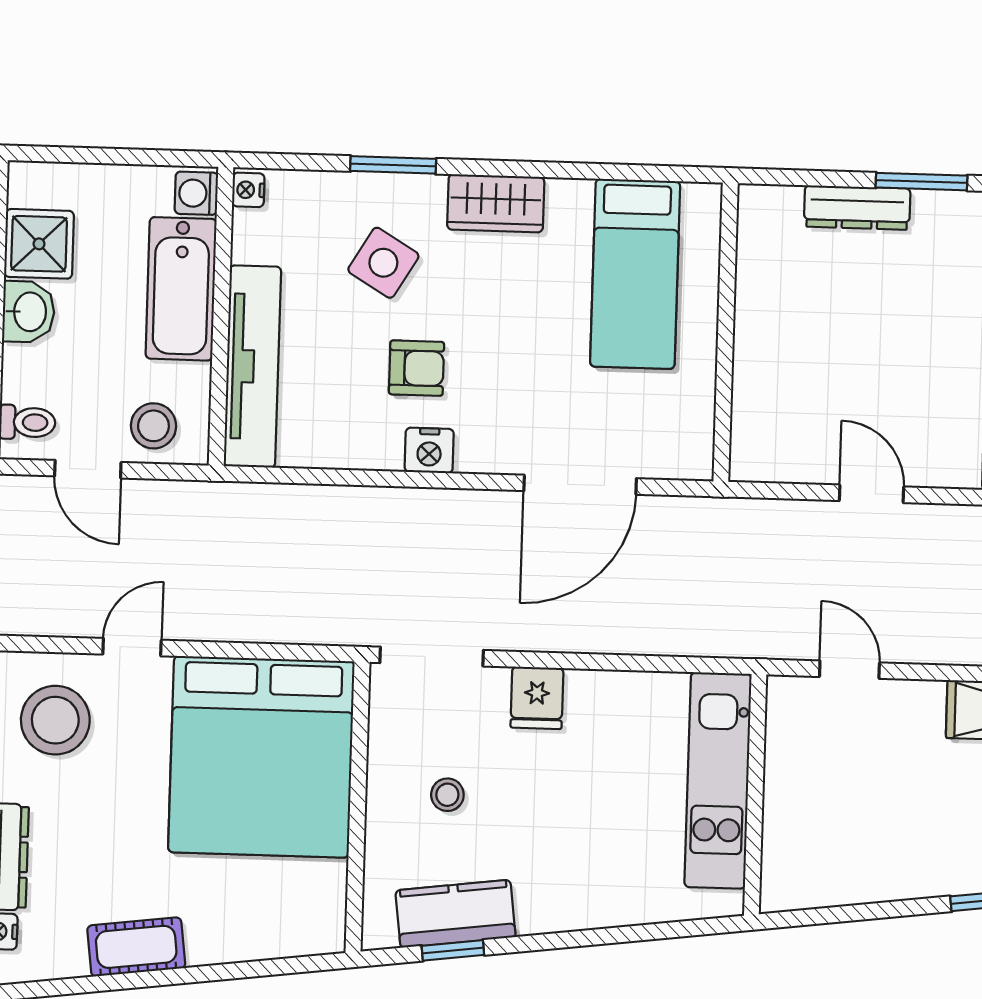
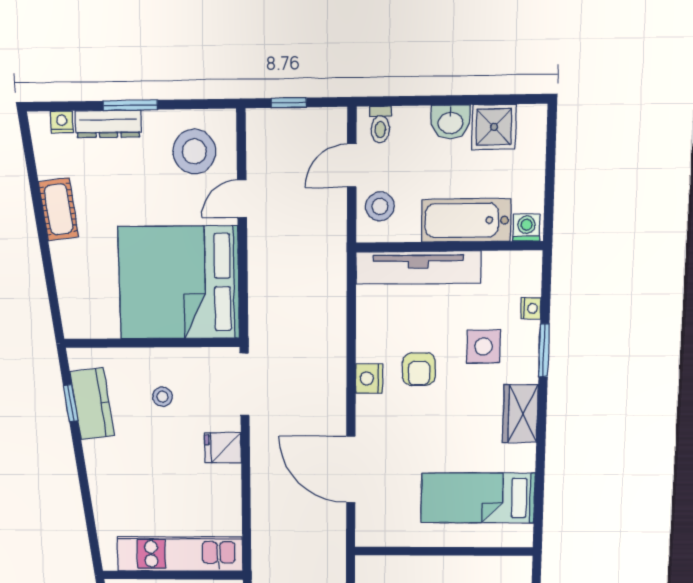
nightstand: (248, 190) -> (531, 308), moved, turned 90
side table: (383, 263) -> (483, 347), turned -31
door: (132, 647) -> (242, 199), swing flipped

